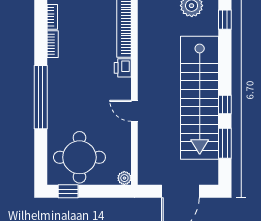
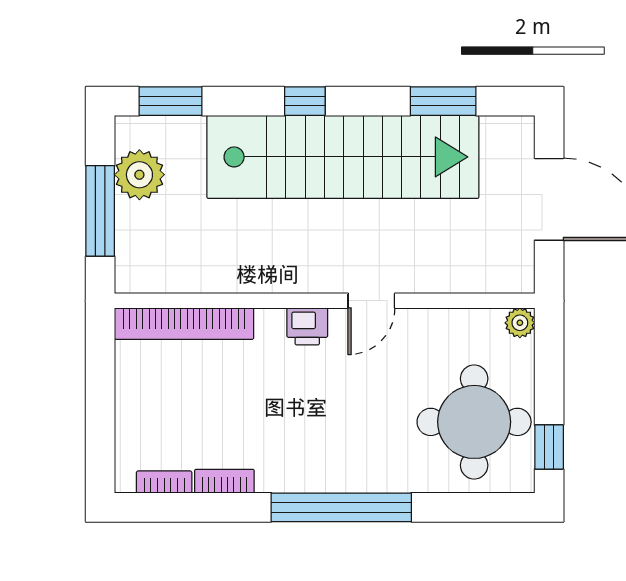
window: (225, 20) -> (171, 101), width x1.50
printer: (123, 68) -> (307, 326), moved
window: (225, 104) -> (305, 101), moved

